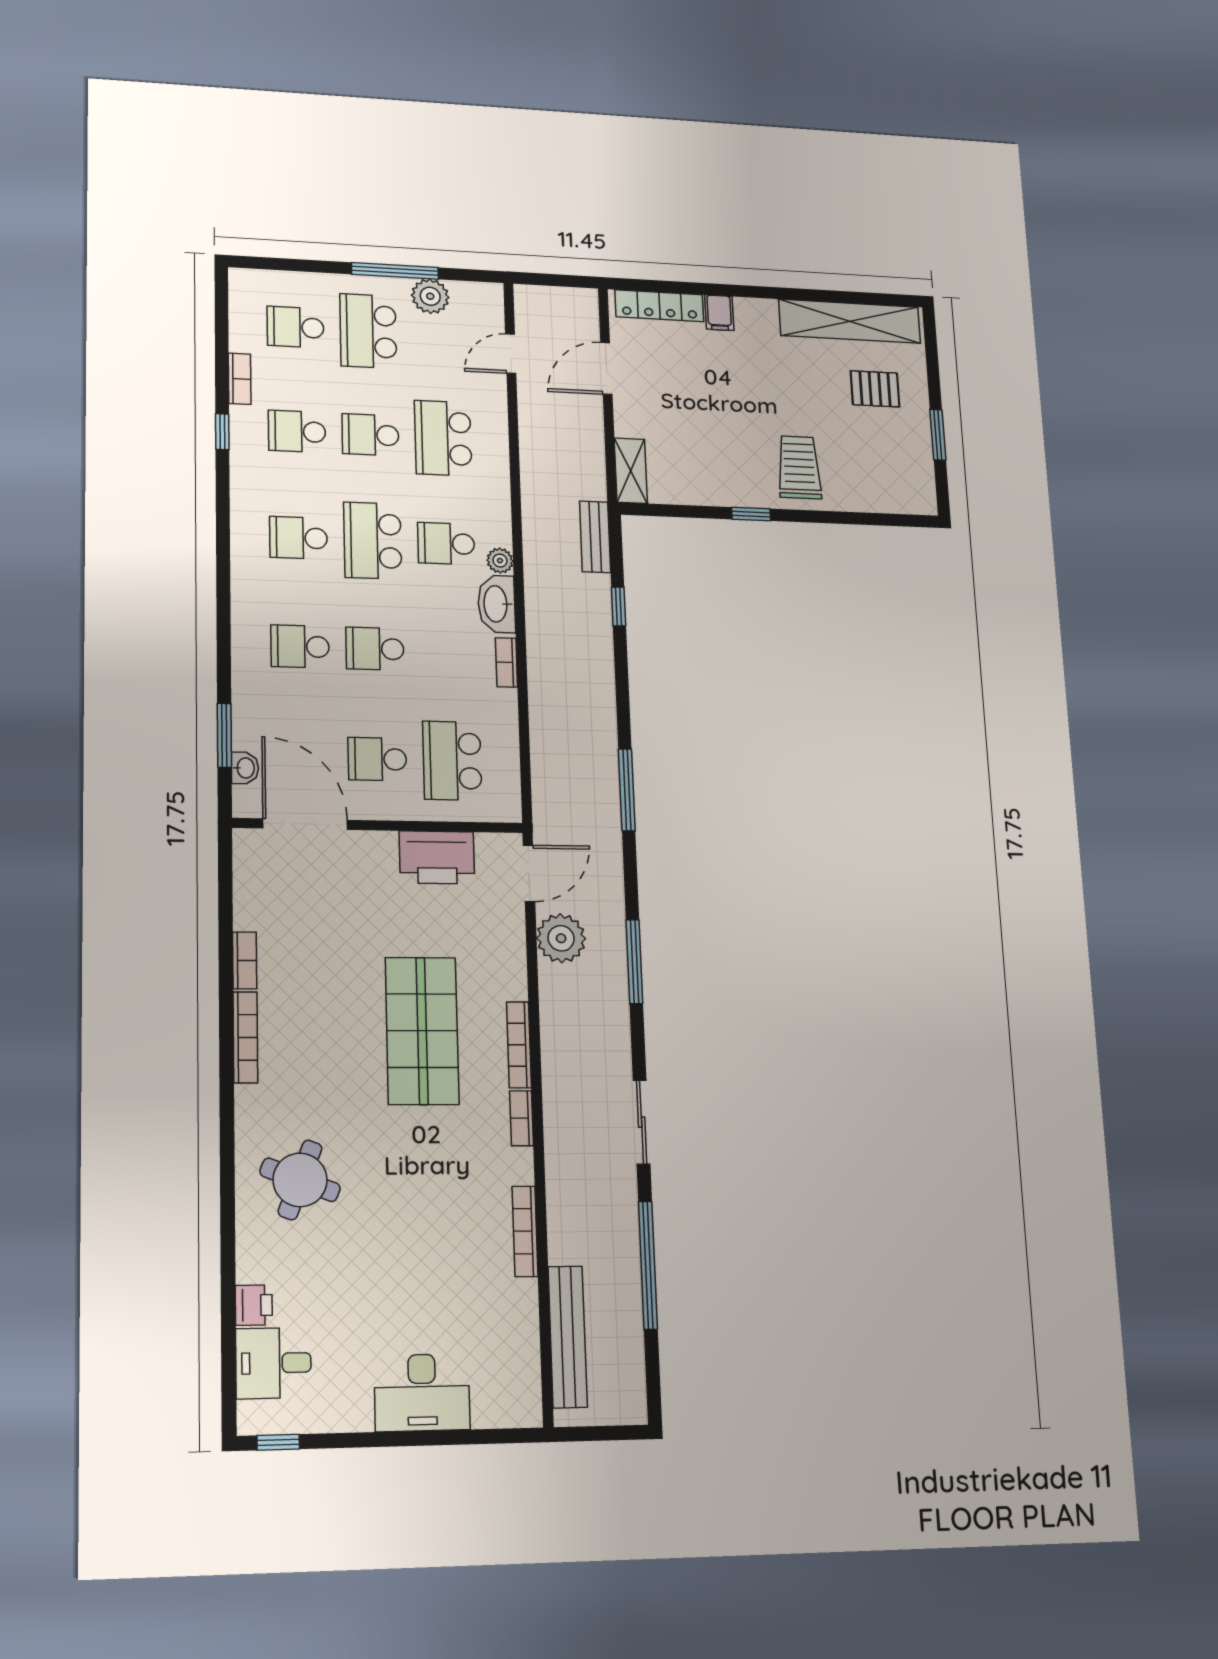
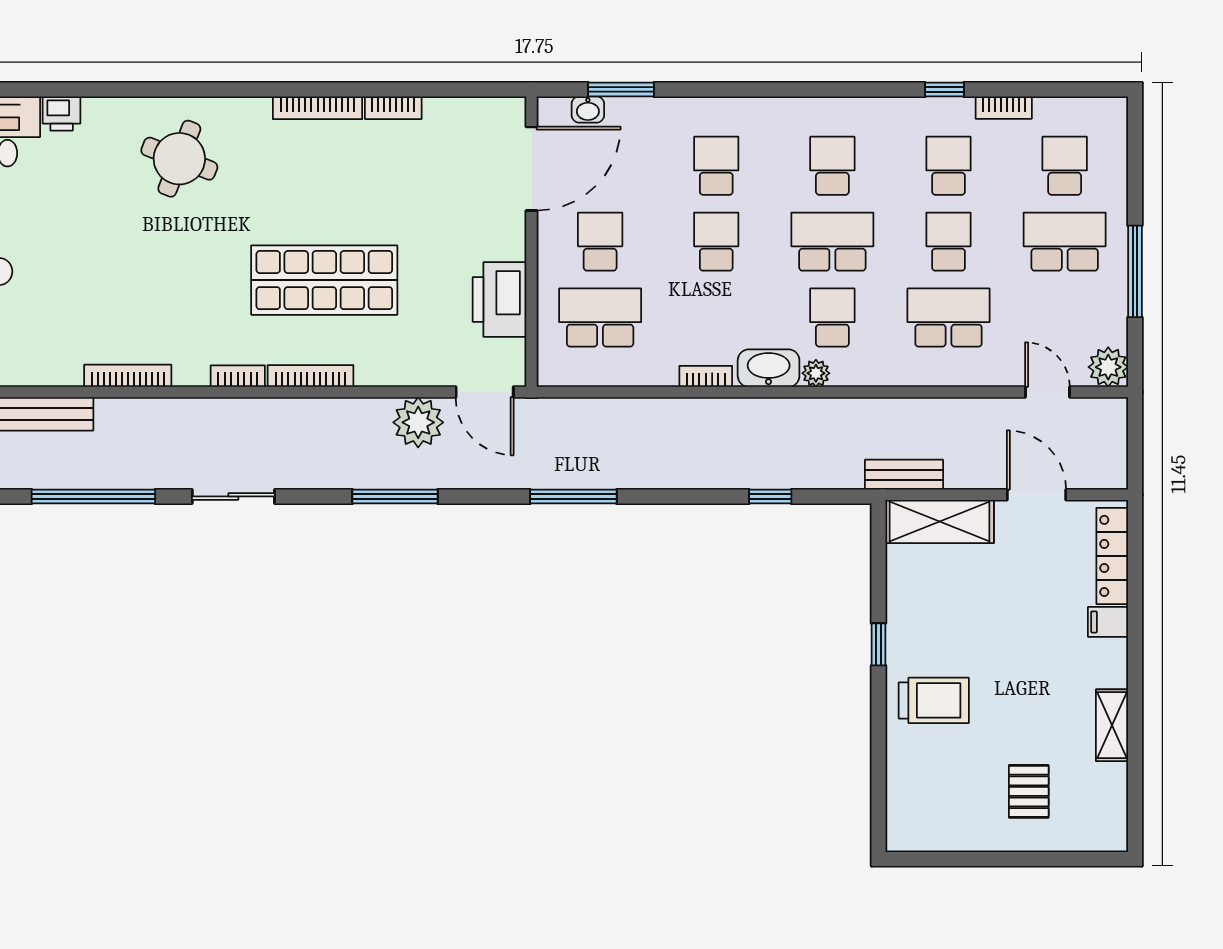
plant: (430, 296) -> (1108, 367), moved
shelving: (850, 321) -> (1112, 725), width x0.45, depth x0.75
window: (938, 435) -> (979, 859), removed
shelving: (631, 471) -> (940, 522), width x1.50, depth x1.33
bench: (595, 537) -> (904, 475), moved

